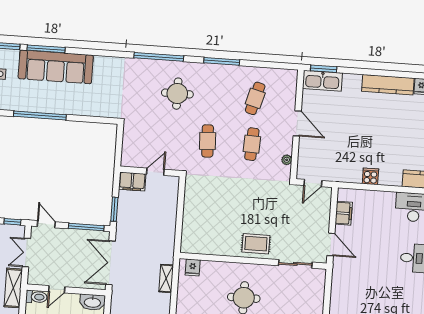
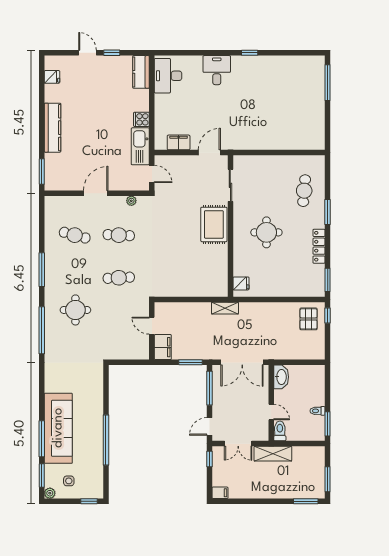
kitchen sink: (322, 81) -> (140, 146), moved, turned 180
kitchen counter: (388, 85) -> (52, 128), moved
rug: (256, 244) -> (214, 224), width x1.36, depth x1.43
shelving: (166, 278) -> (225, 308), moved

